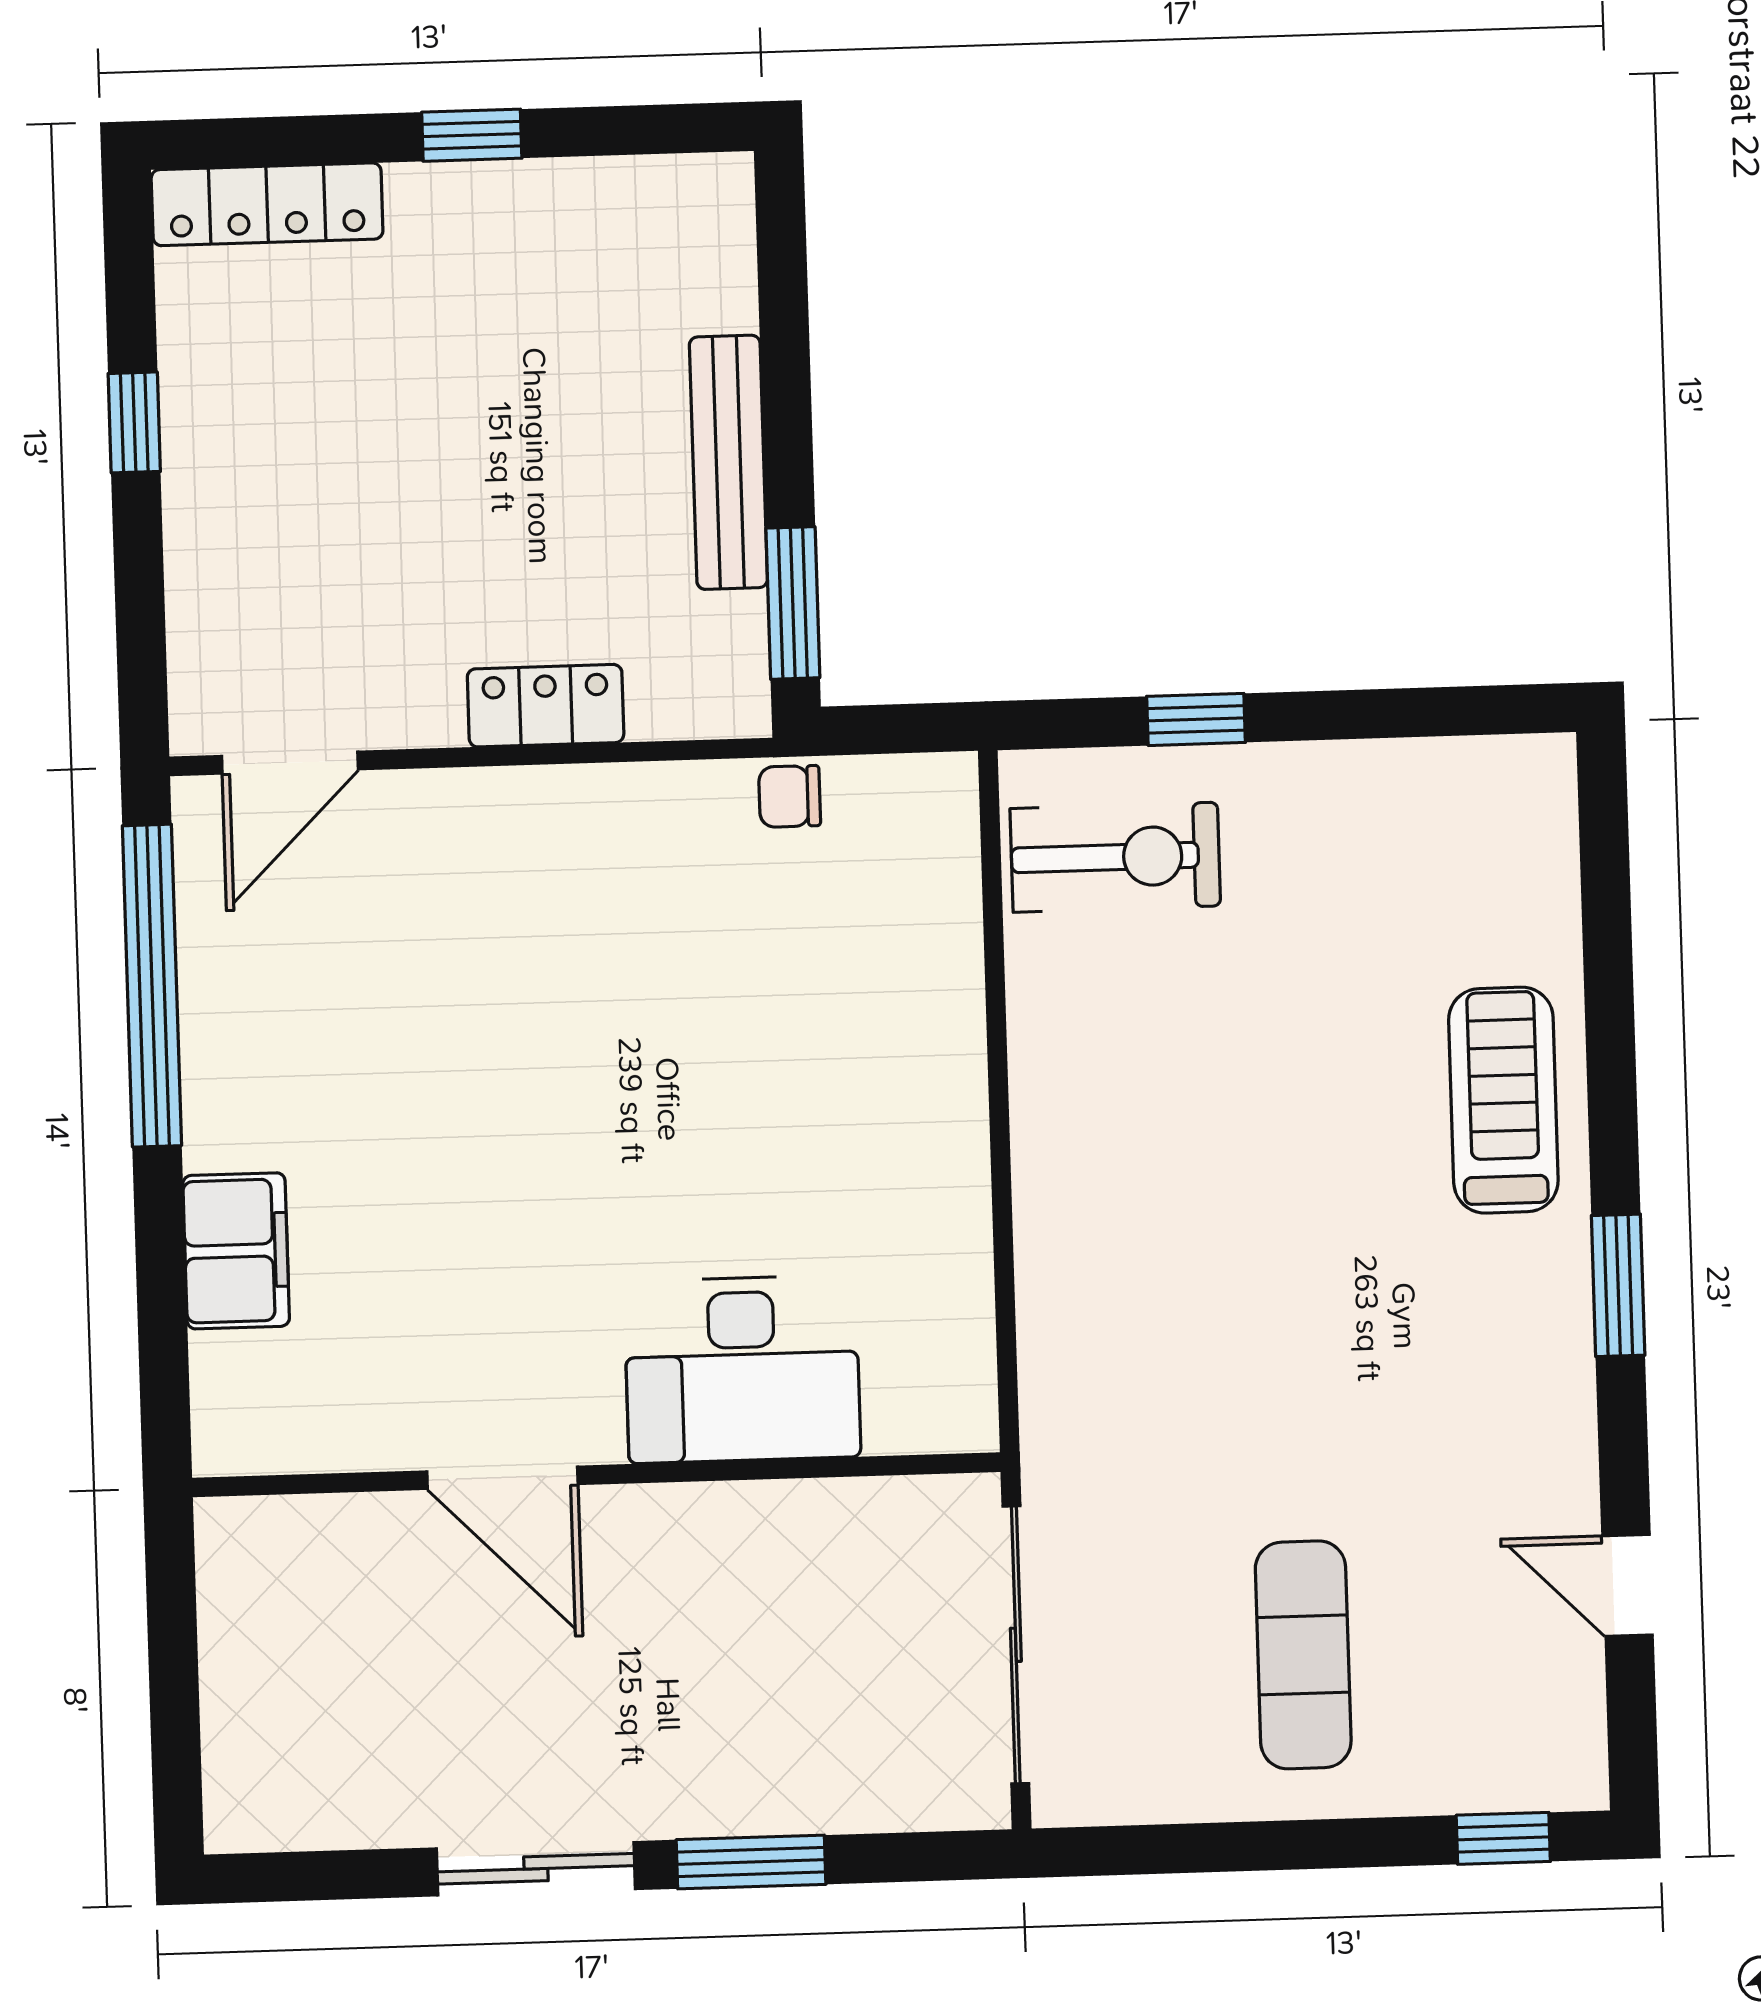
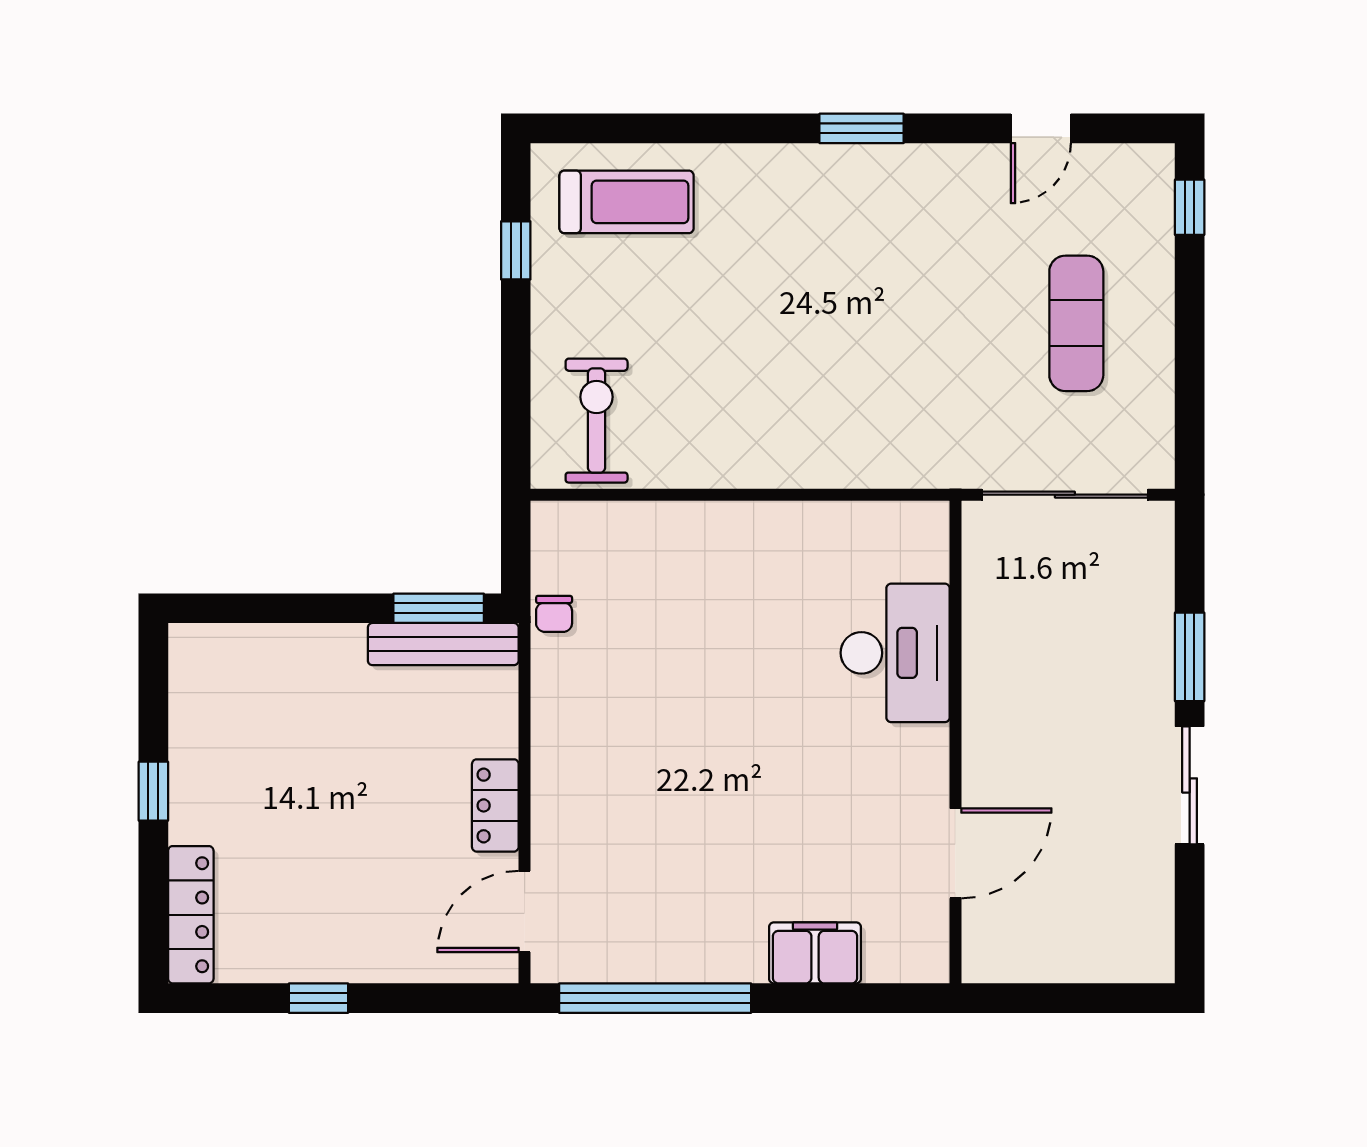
bench: (728, 462) -> (443, 644), moved
locker: (546, 706) -> (495, 805), moved
window: (1196, 719) -> (516, 250), moved
door: (290, 763) -> (525, 912), swing flipped
treadmill: (1503, 1100) -> (627, 202), moved, turned 180
door: (502, 1478) -> (955, 853), moved
exercise mat: (1303, 1655) -> (1076, 323), turned 90

